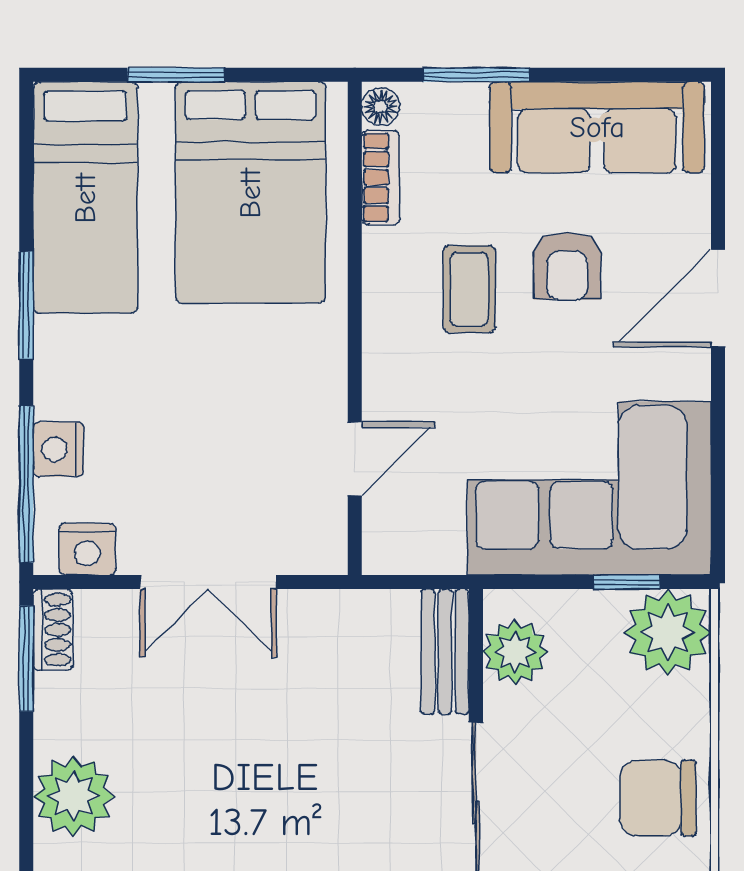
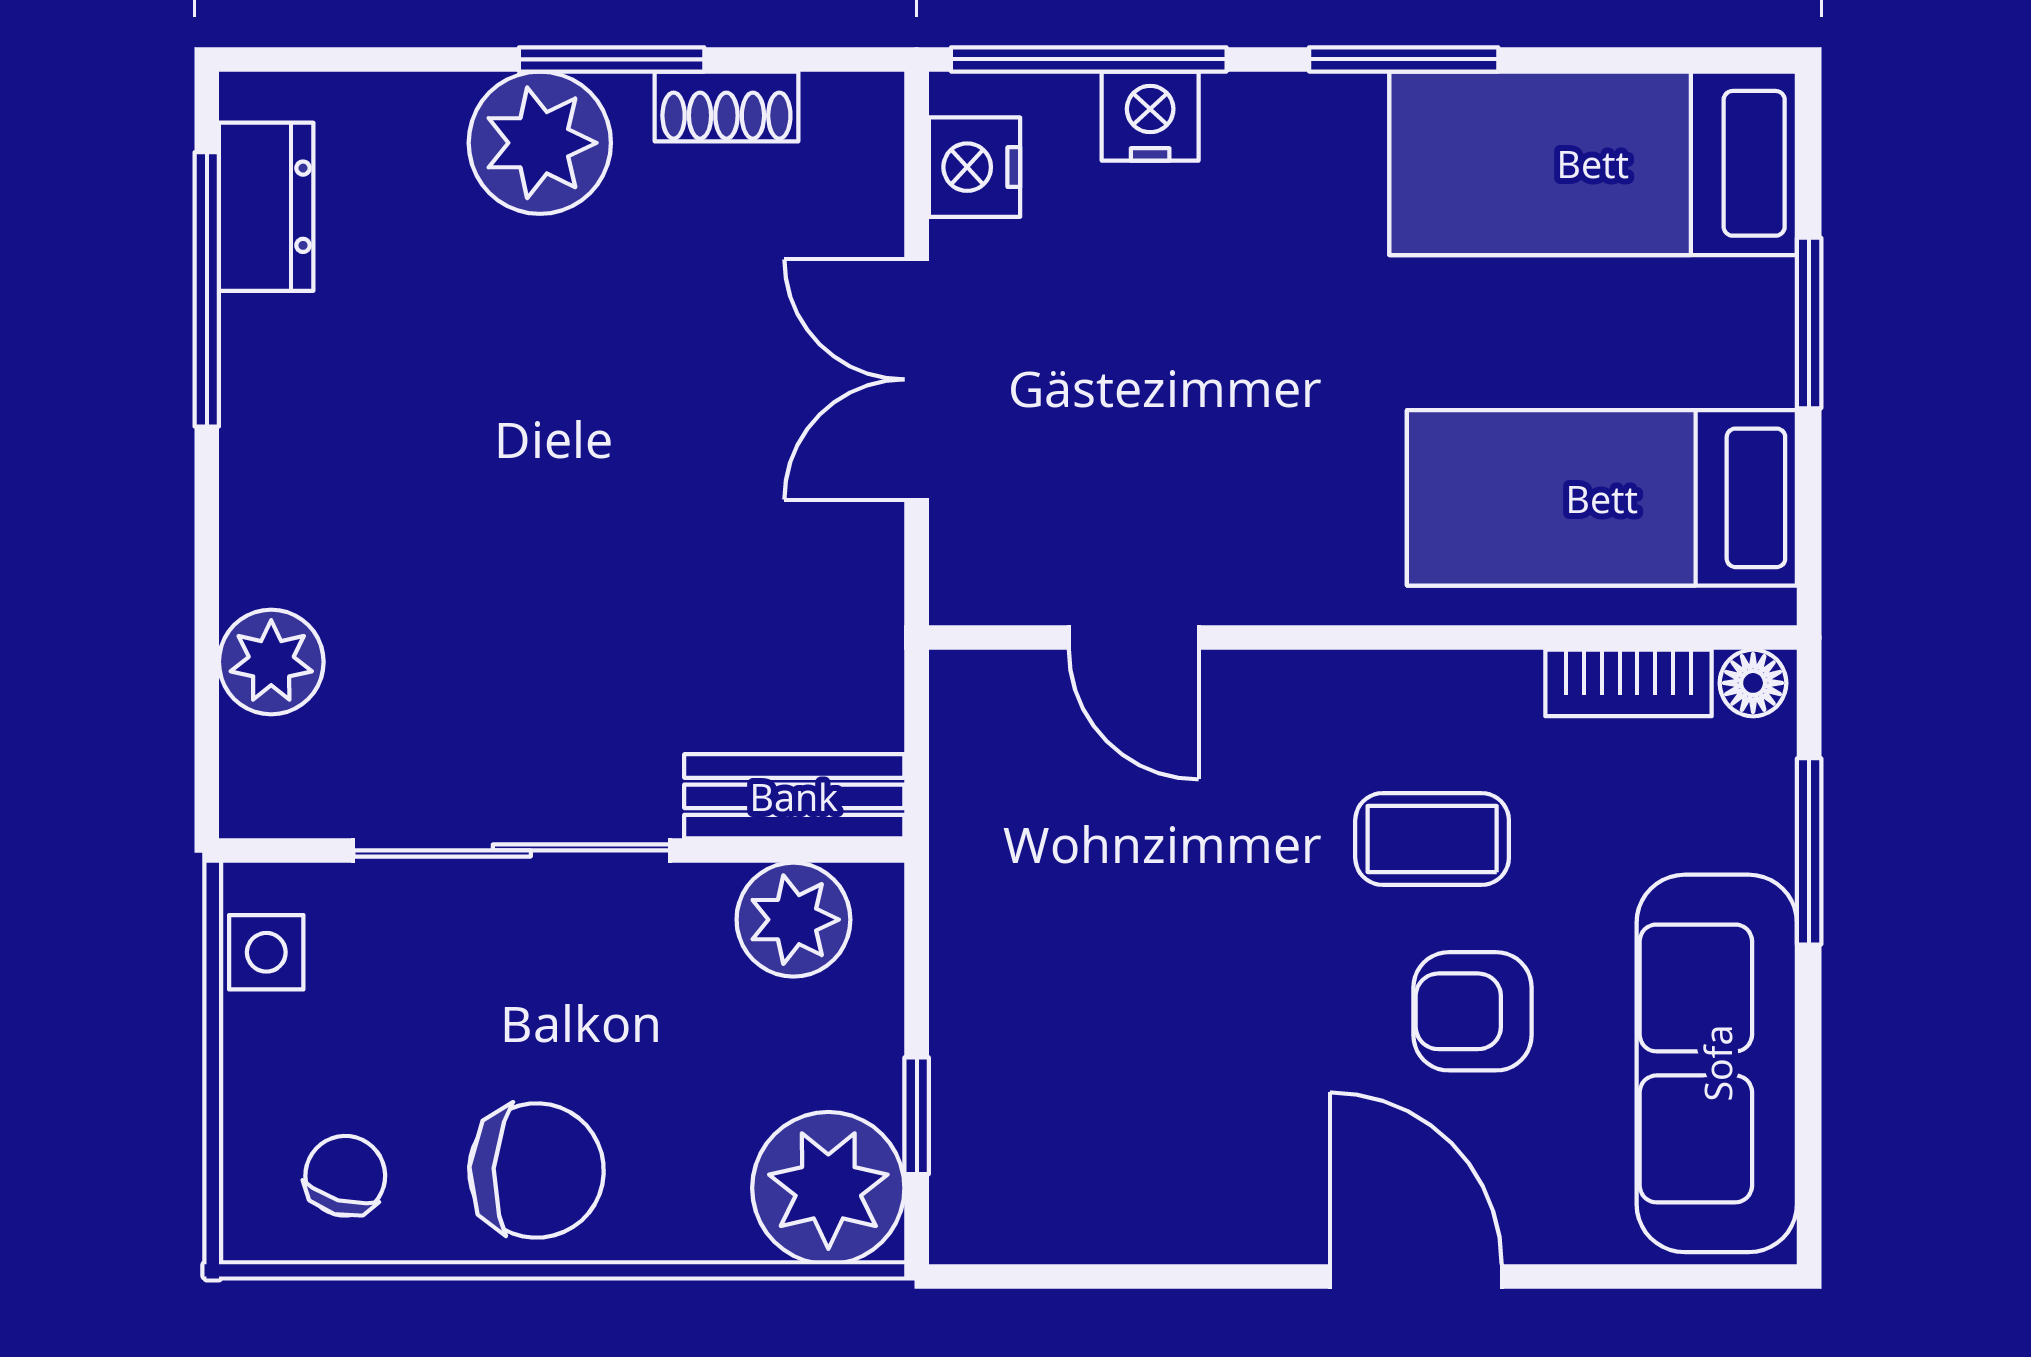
bed: (250, 193) -> (1602, 498), width x0.67
corner sofa: (589, 488) -> (1082, 1050), removed
shoe rack: (53, 630) -> (726, 106), moved
window: (26, 659) -> (612, 59), moved
chair: (658, 798) -> (537, 1171), turned 93

